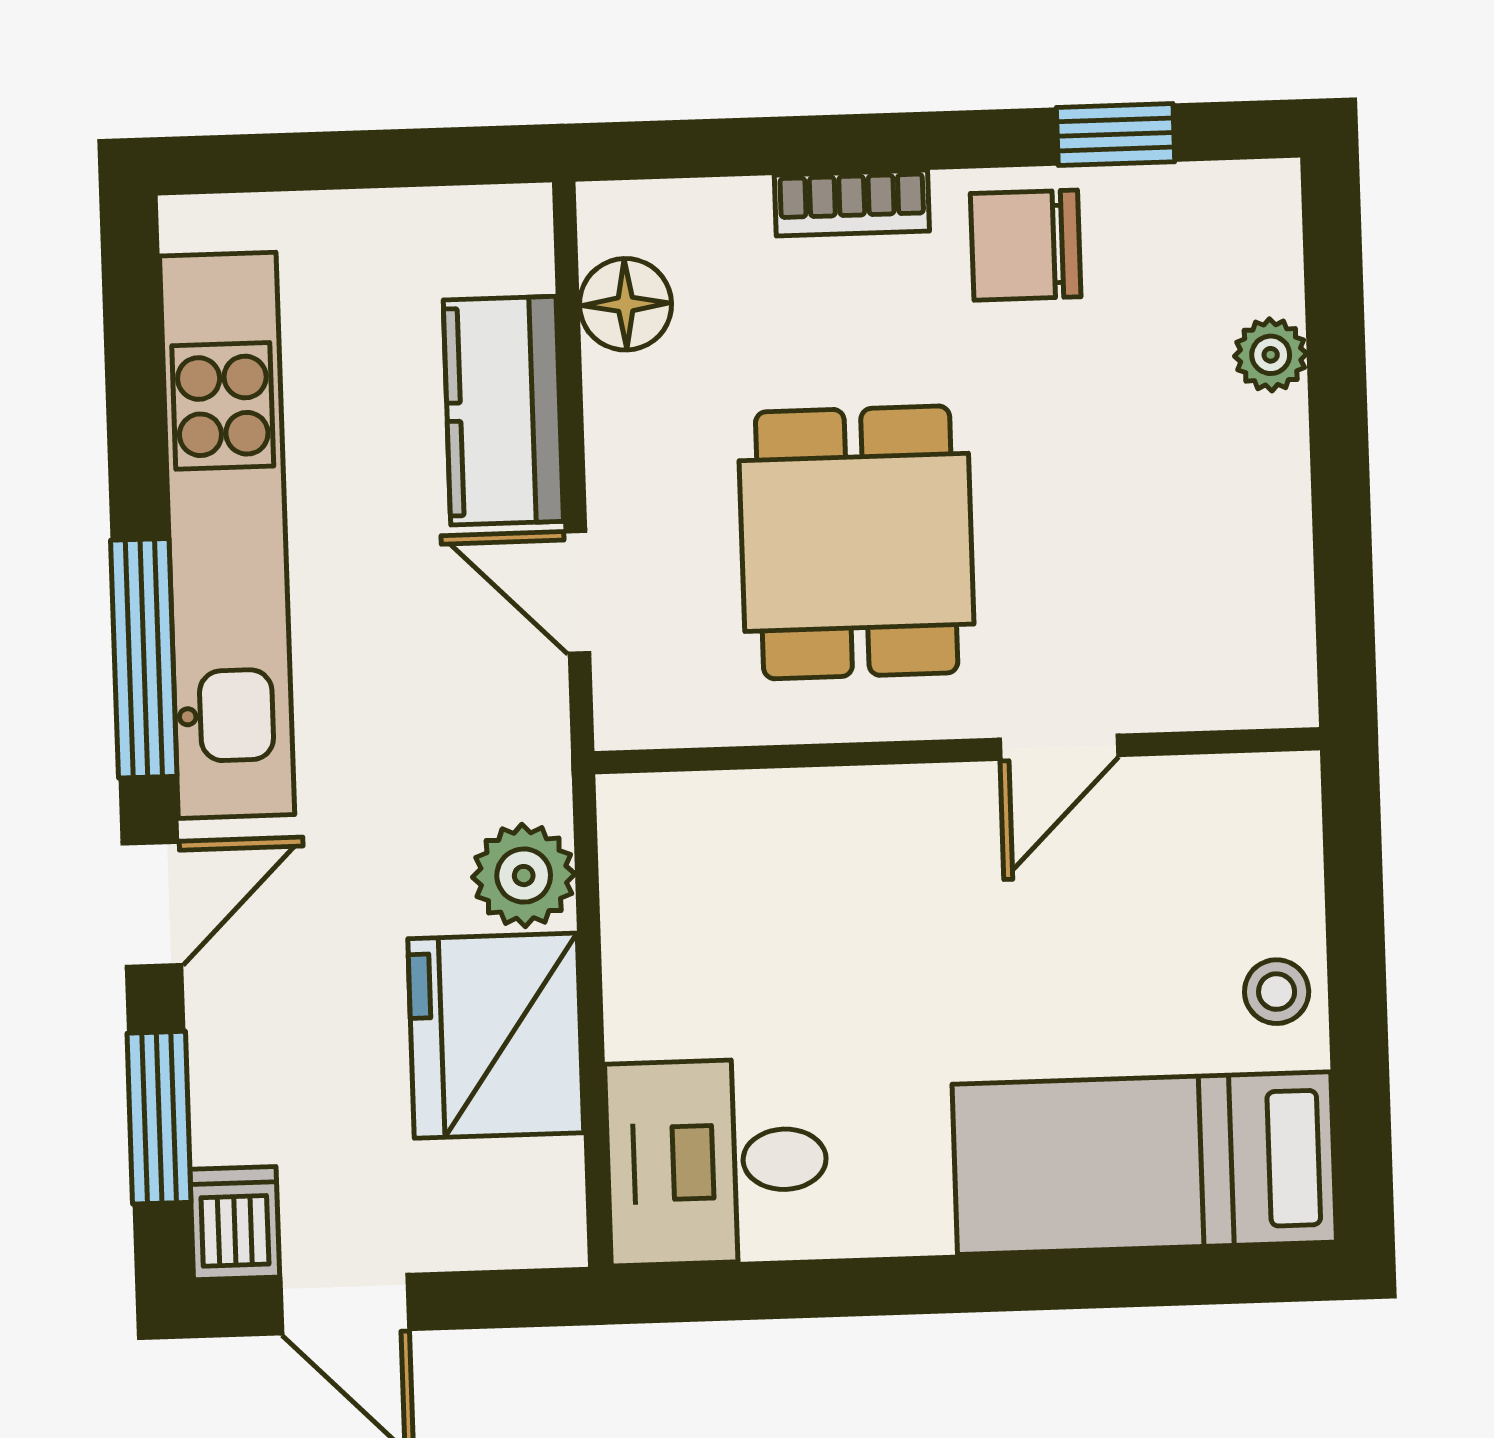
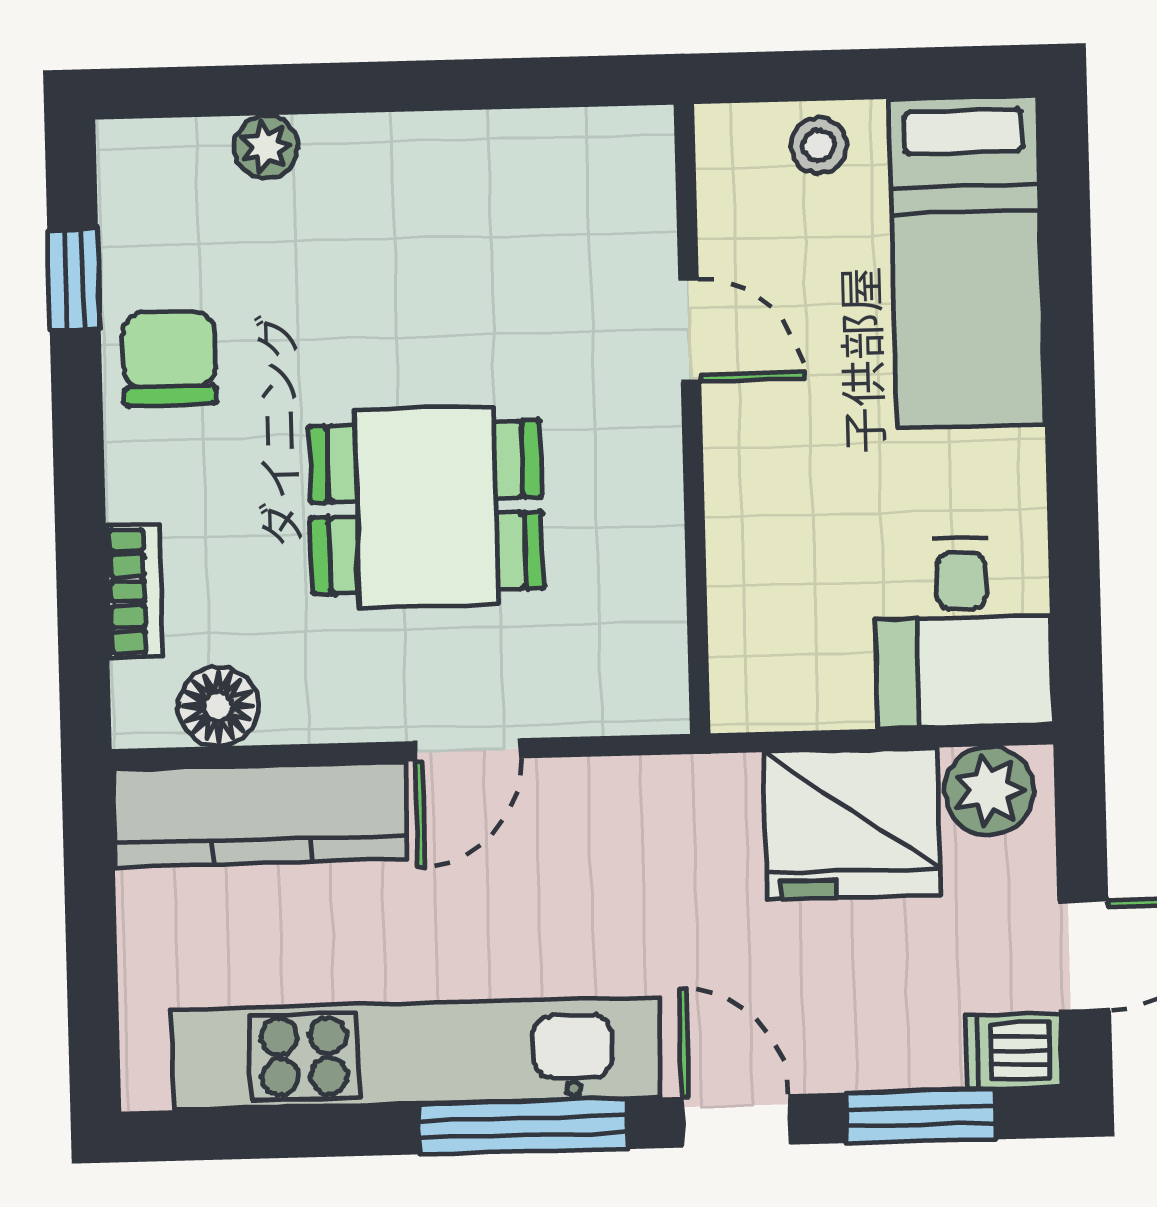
bookcase: (852, 203) -> (134, 591), moved
chair: (1026, 245) -> (169, 359), turned 180
kitchen counter: (503, 411) -> (261, 814), width x1.50
door: (1059, 747) -> (690, 331), moved
wall: (957, 751) -> (692, 419), moved
plant: (524, 876) -> (989, 791), moved

